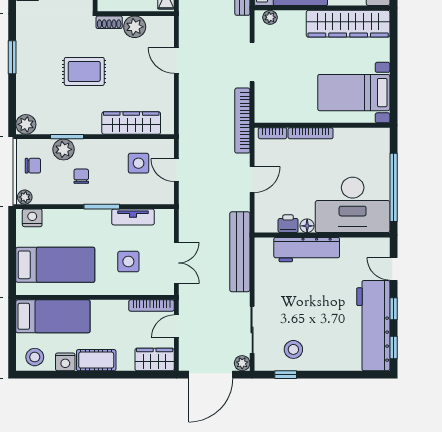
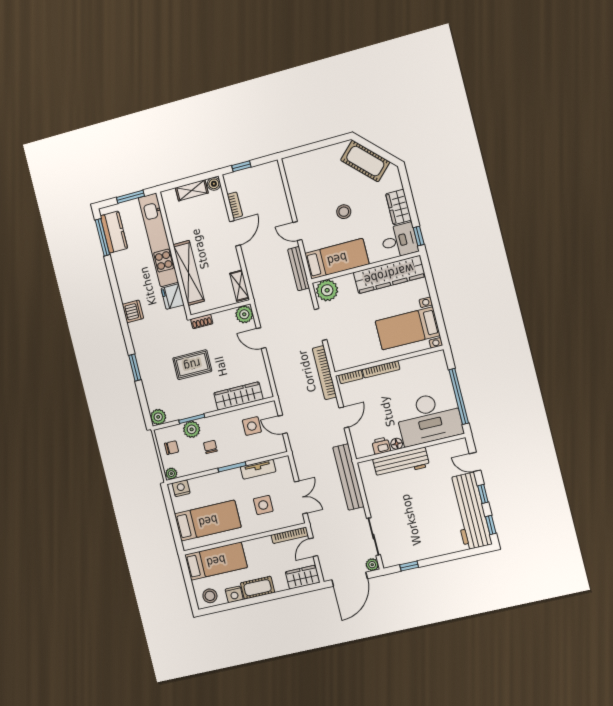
plant: (270, 17) -> (327, 290), width x1.88, depth x1.88
plant: (135, 27) -> (244, 314), moved
stool: (293, 349) -> (410, 545), removed

